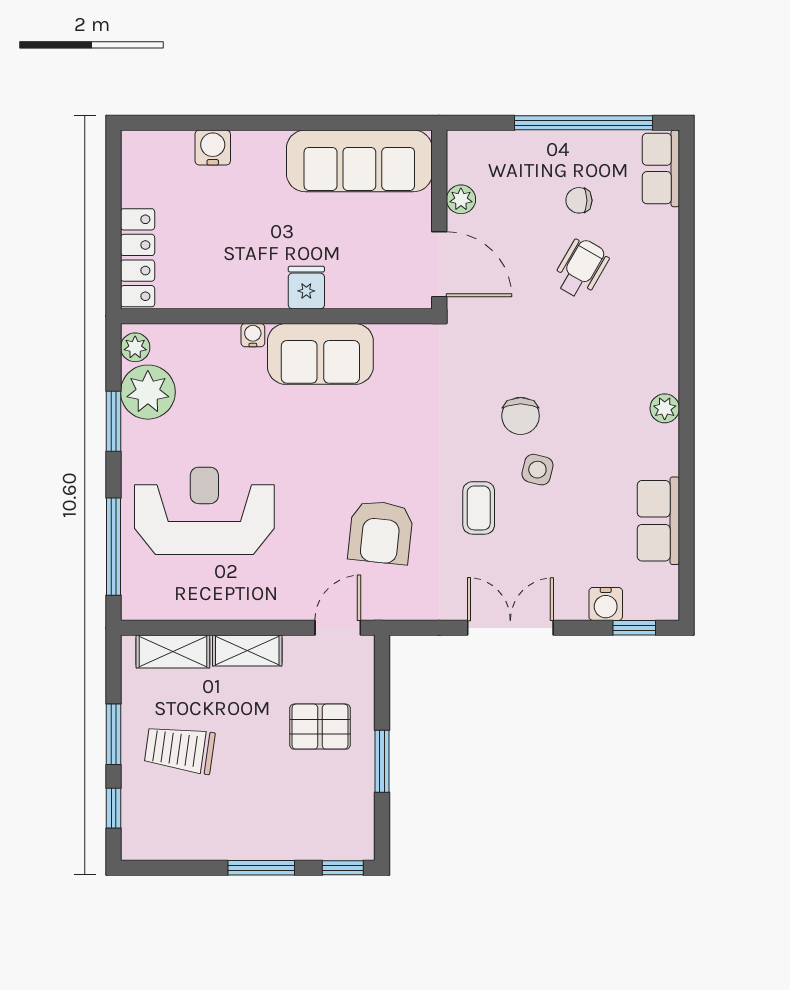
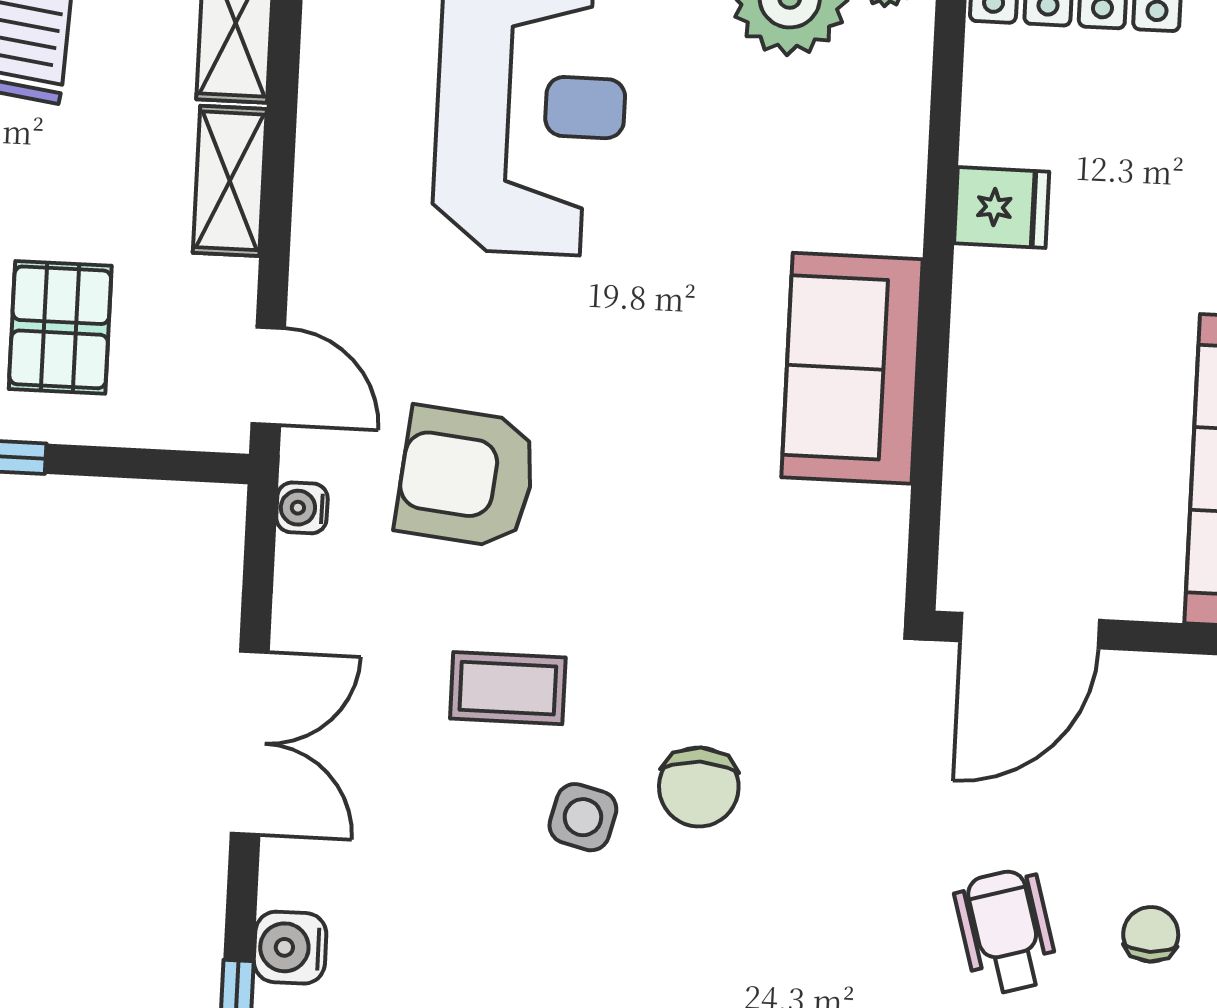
plant: (461, 199) -> (1166, 684), removed
wheelchair: (581, 268) -> (1006, 932), turned -136
fridge: (306, 288) -> (1002, 207), moved
water cooler: (253, 335) -> (302, 508), moved, turned 180
chair: (521, 416) -> (699, 787), turned -90

